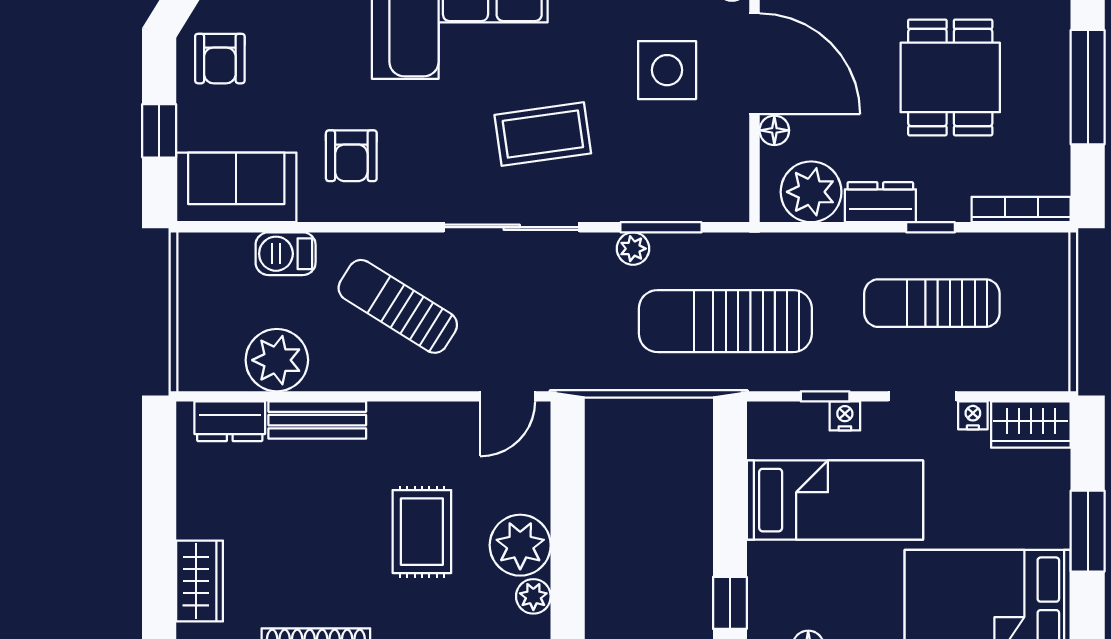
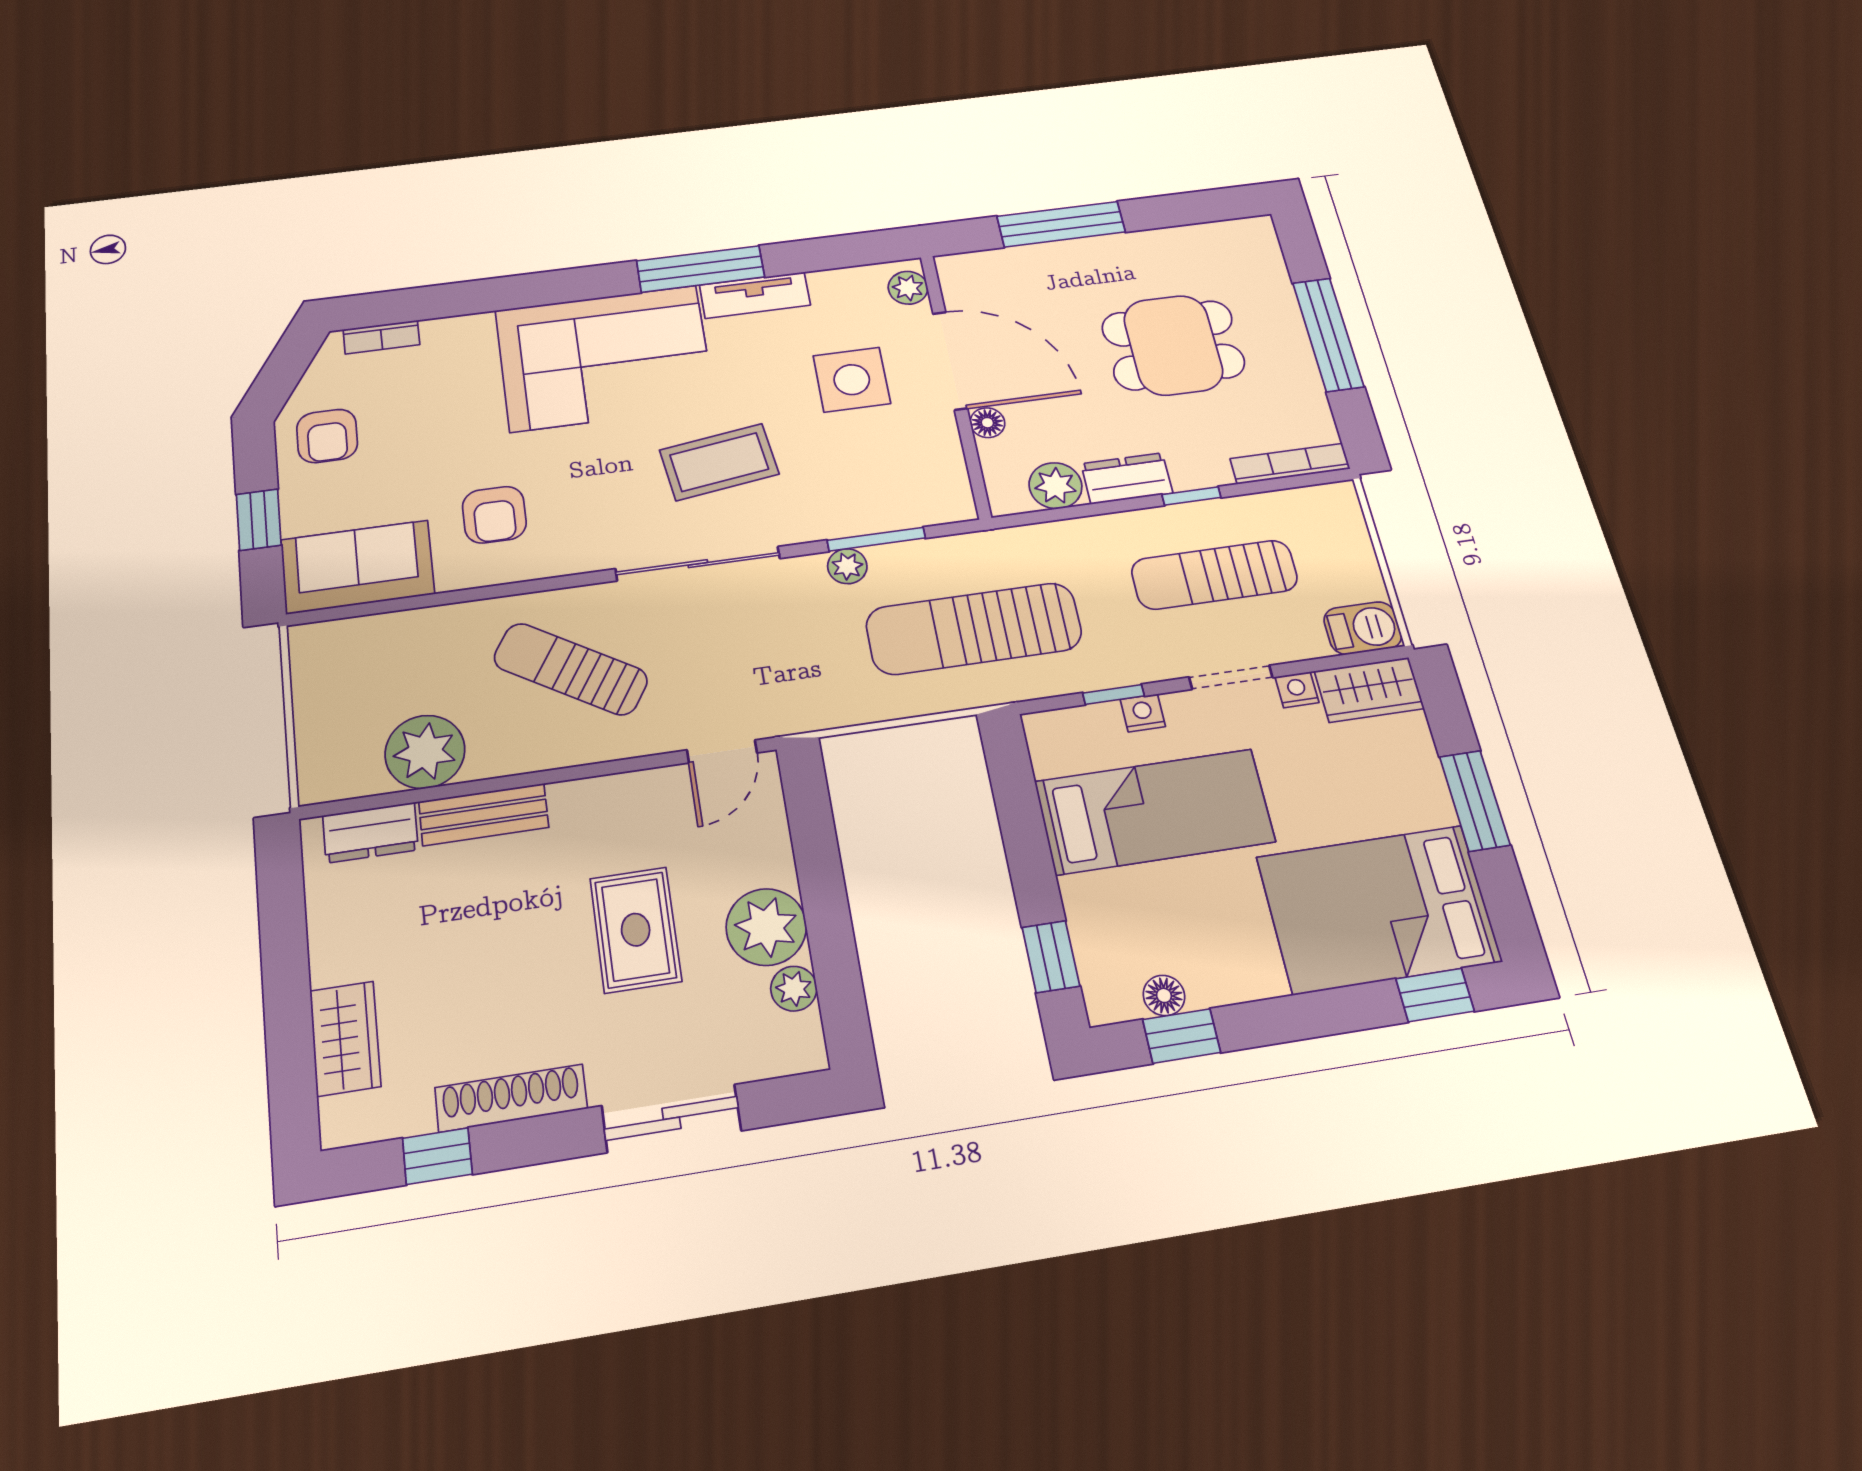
dining table: (950, 77) -> (1173, 345), turned 90
plant: (811, 192) -> (1055, 486), width x0.73, depth x0.73
barbecue: (286, 254) -> (1363, 628), moved, turned 180

